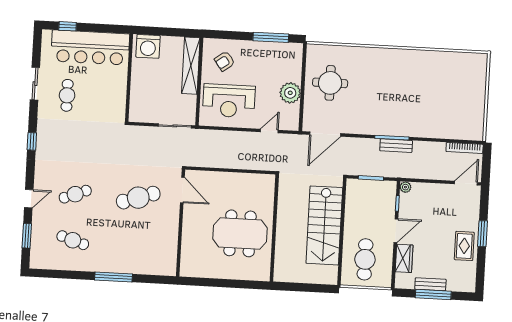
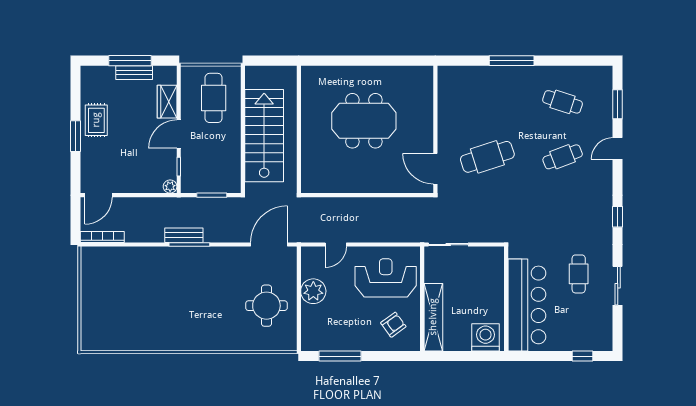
bar counter: (90, 48) -> (527, 305), moved, turned 90
wall: (274, 228) -> (299, 129), moved

